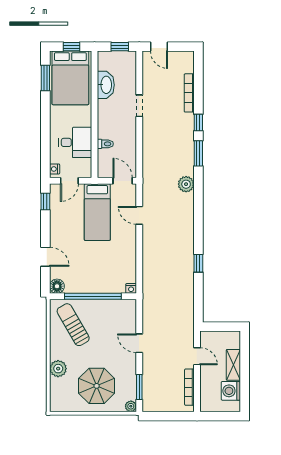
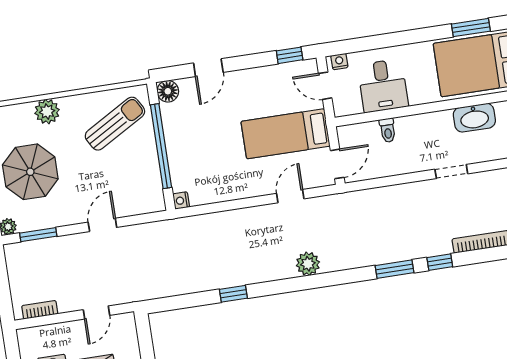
plant: (186, 184) -> (308, 264), moved
bookcase: (189, 387) -> (40, 310), width x0.64

